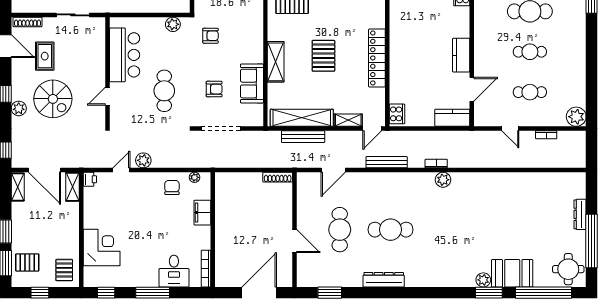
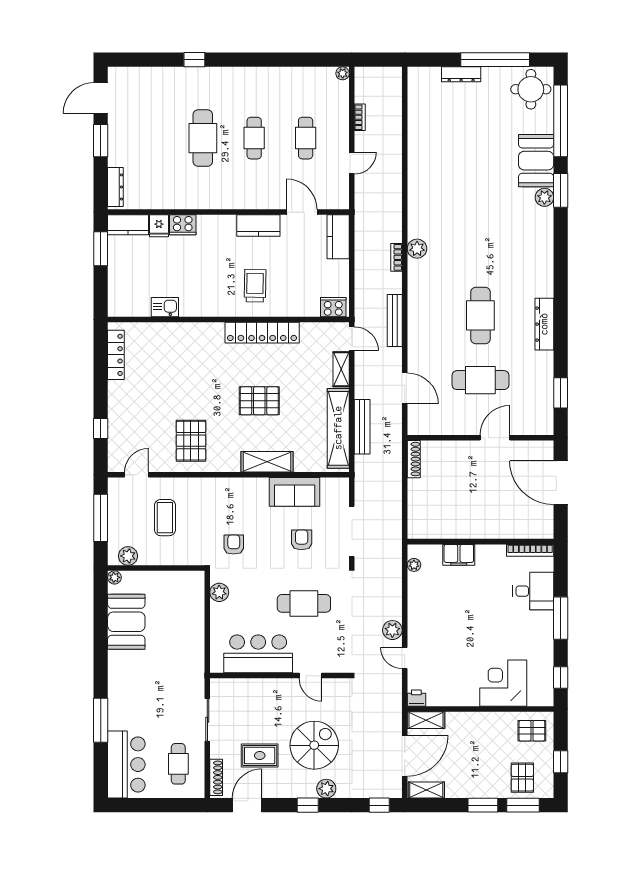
trolley: (414, 52) -> (255, 286), added
plant: (576, 117) -> (343, 73), width x0.53, depth x0.53
chair: (172, 187) -> (427, 594), removed

